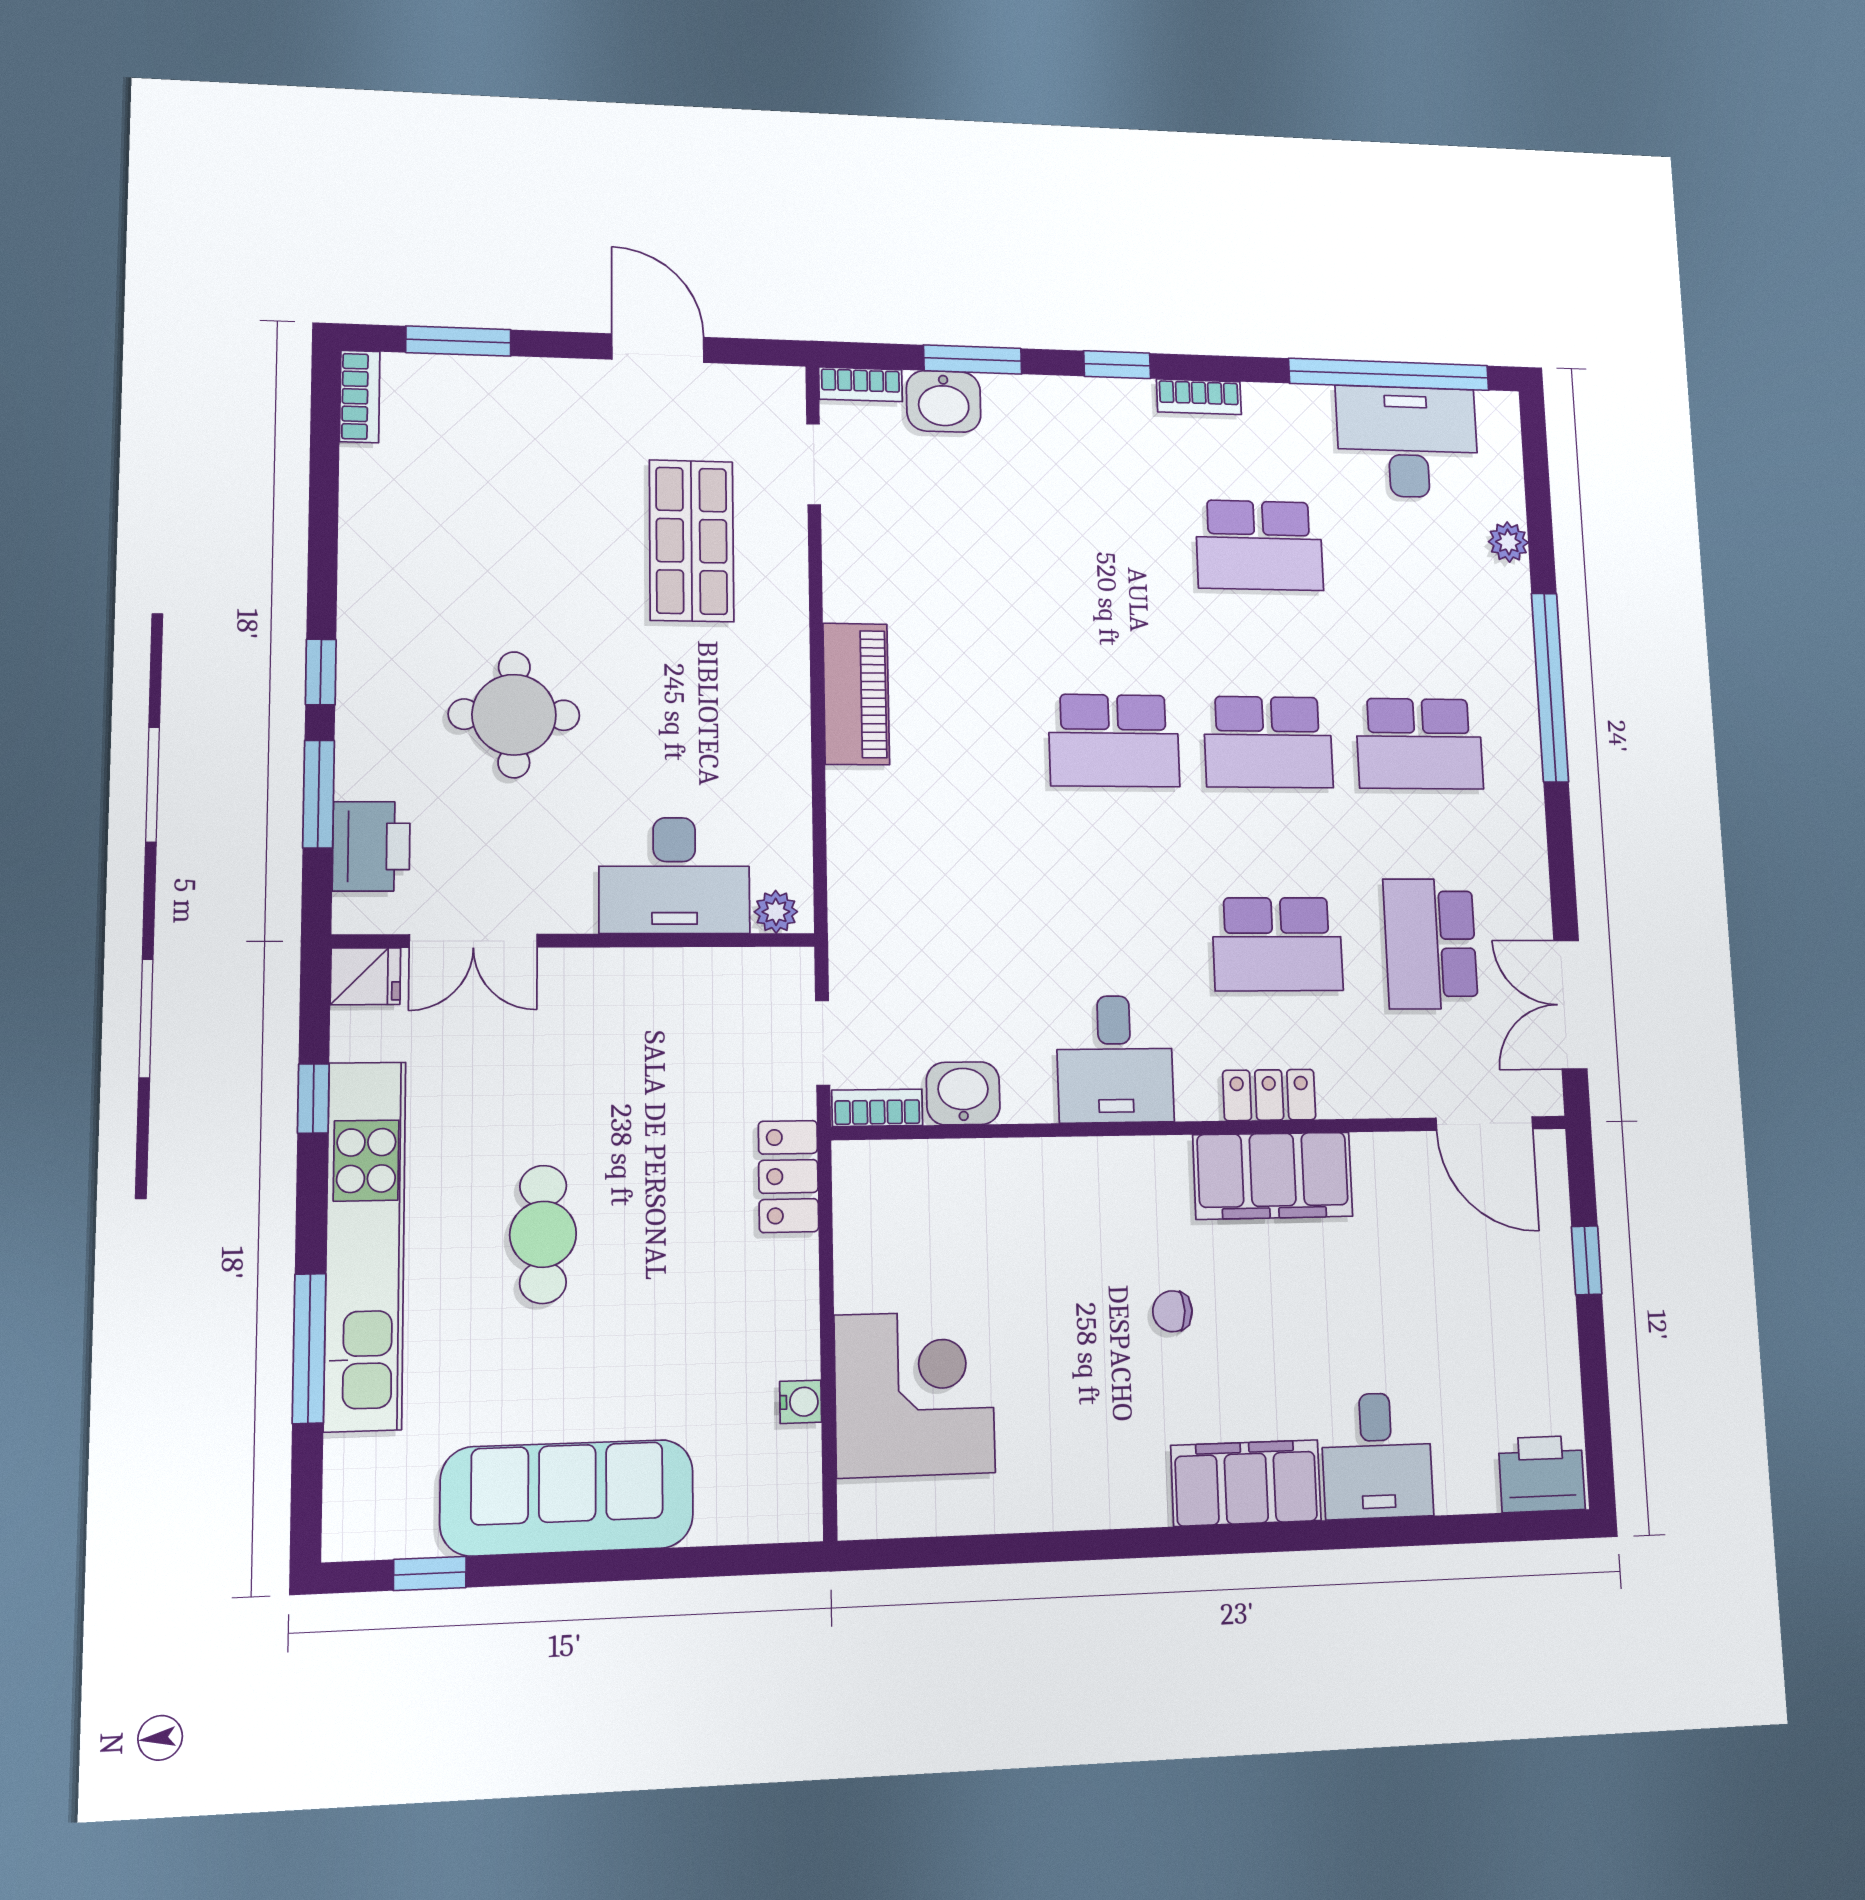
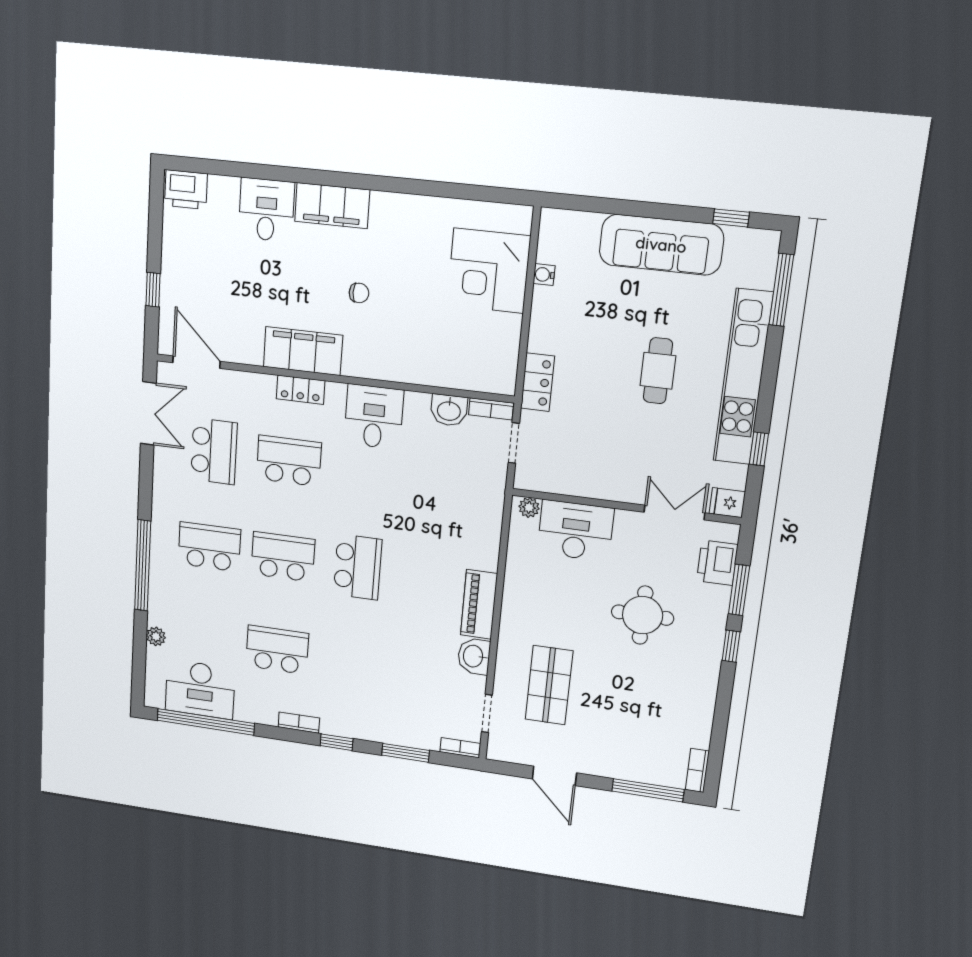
window: (458, 341) -> (648, 790), width x1.44
washbasin: (944, 401) -> (474, 656), moved, turned -90
school desk: (1114, 740) -> (358, 567), turned 90
window: (309, 1348) -> (781, 290), moved

